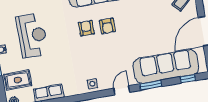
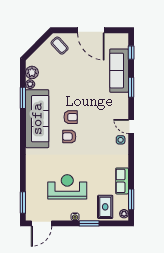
sofa: (166, 66) -> (119, 71), width x0.74, depth x0.79
door: (122, 90) -> (131, 126), moved

